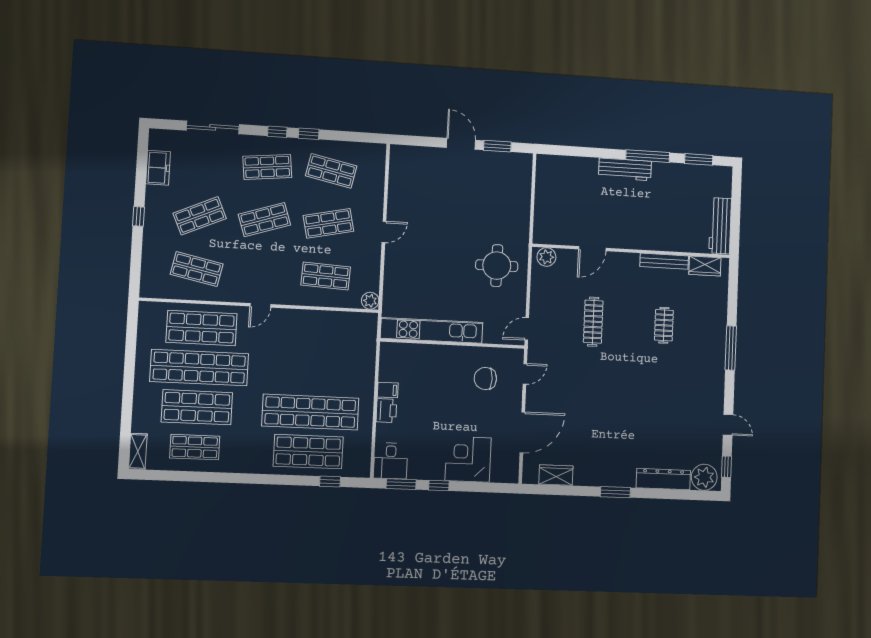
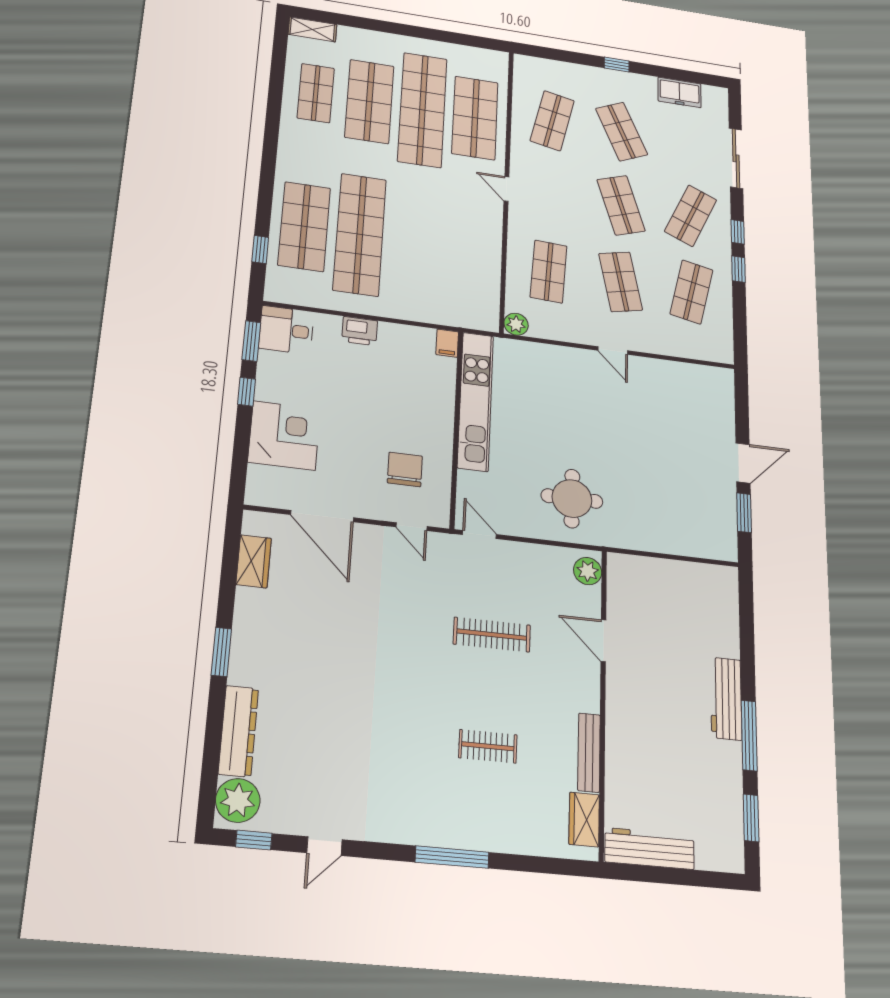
shop shelf: (267, 167) -> (691, 216), turned 30
filing cabinet: (388, 390) -> (447, 343), moved

